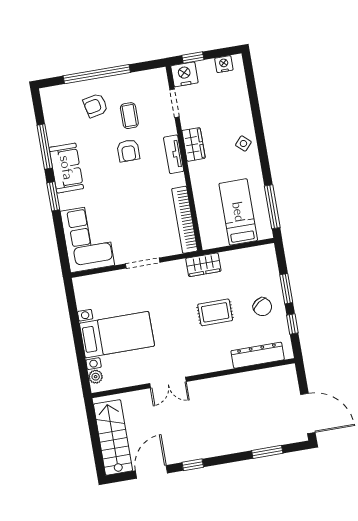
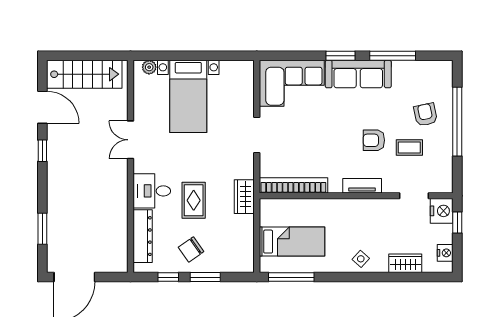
wardrobe: (194, 144) -> (405, 263), moved, turned 180
sofa: (66, 168) -> (358, 74), width x1.36
desk: (213, 354) -> (152, 191), added

